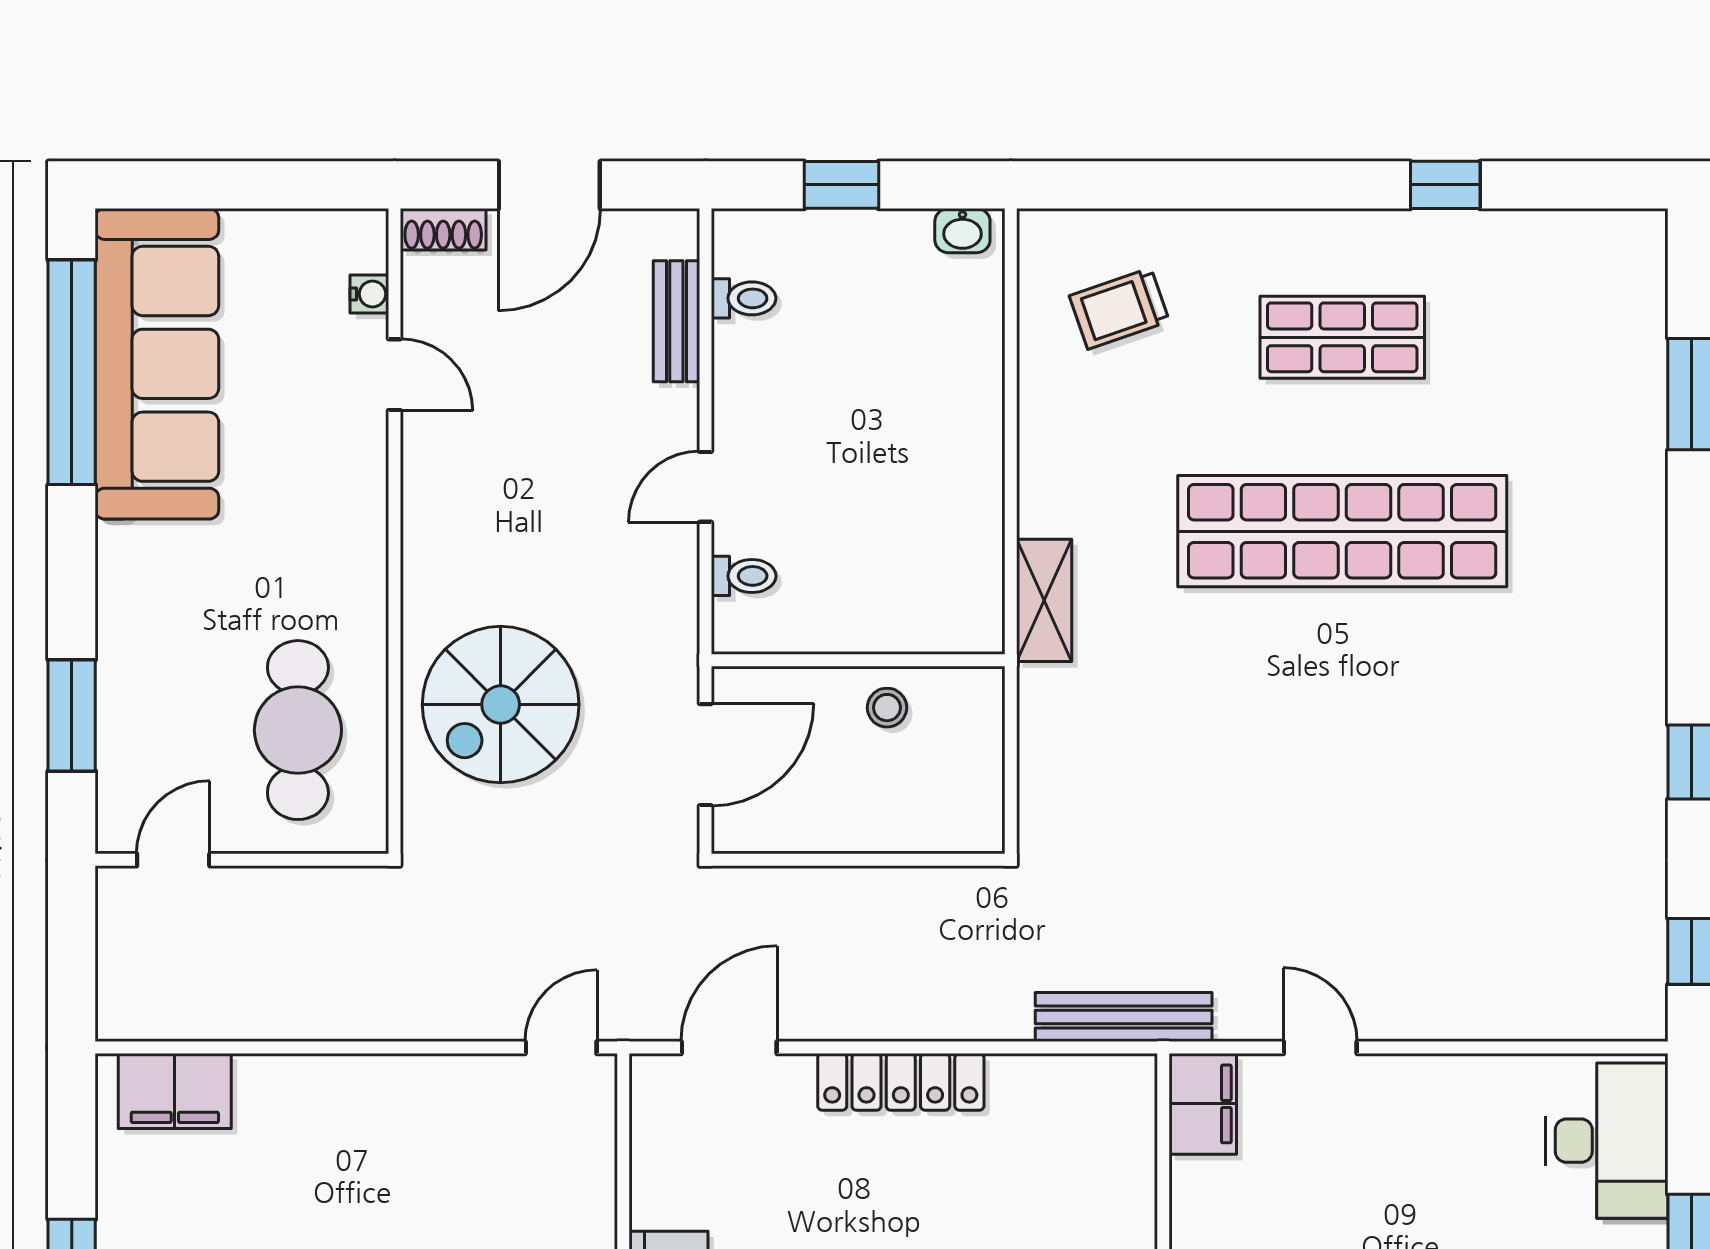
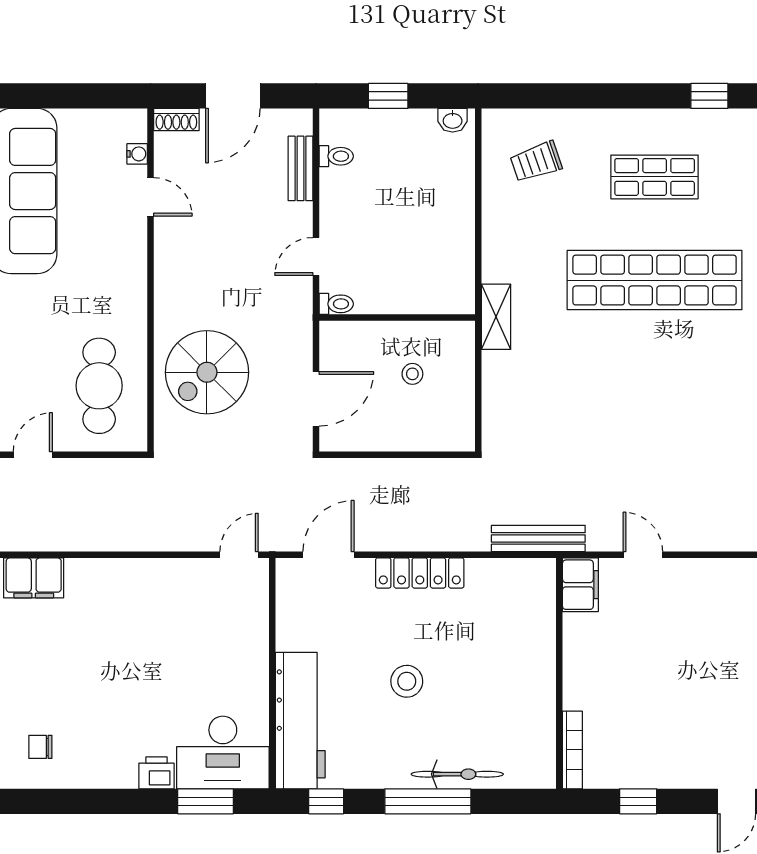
wall: (858, 660) -> (397, 318), moved

